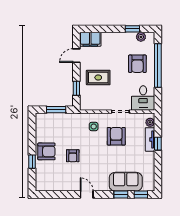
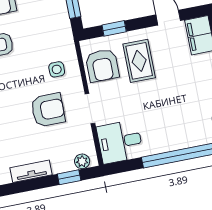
armchair: (137, 64) -> (102, 65), moved, turned -90
tv unit: (150, 139) -> (31, 171), moved
window: (158, 144) -> (69, 177), moved

